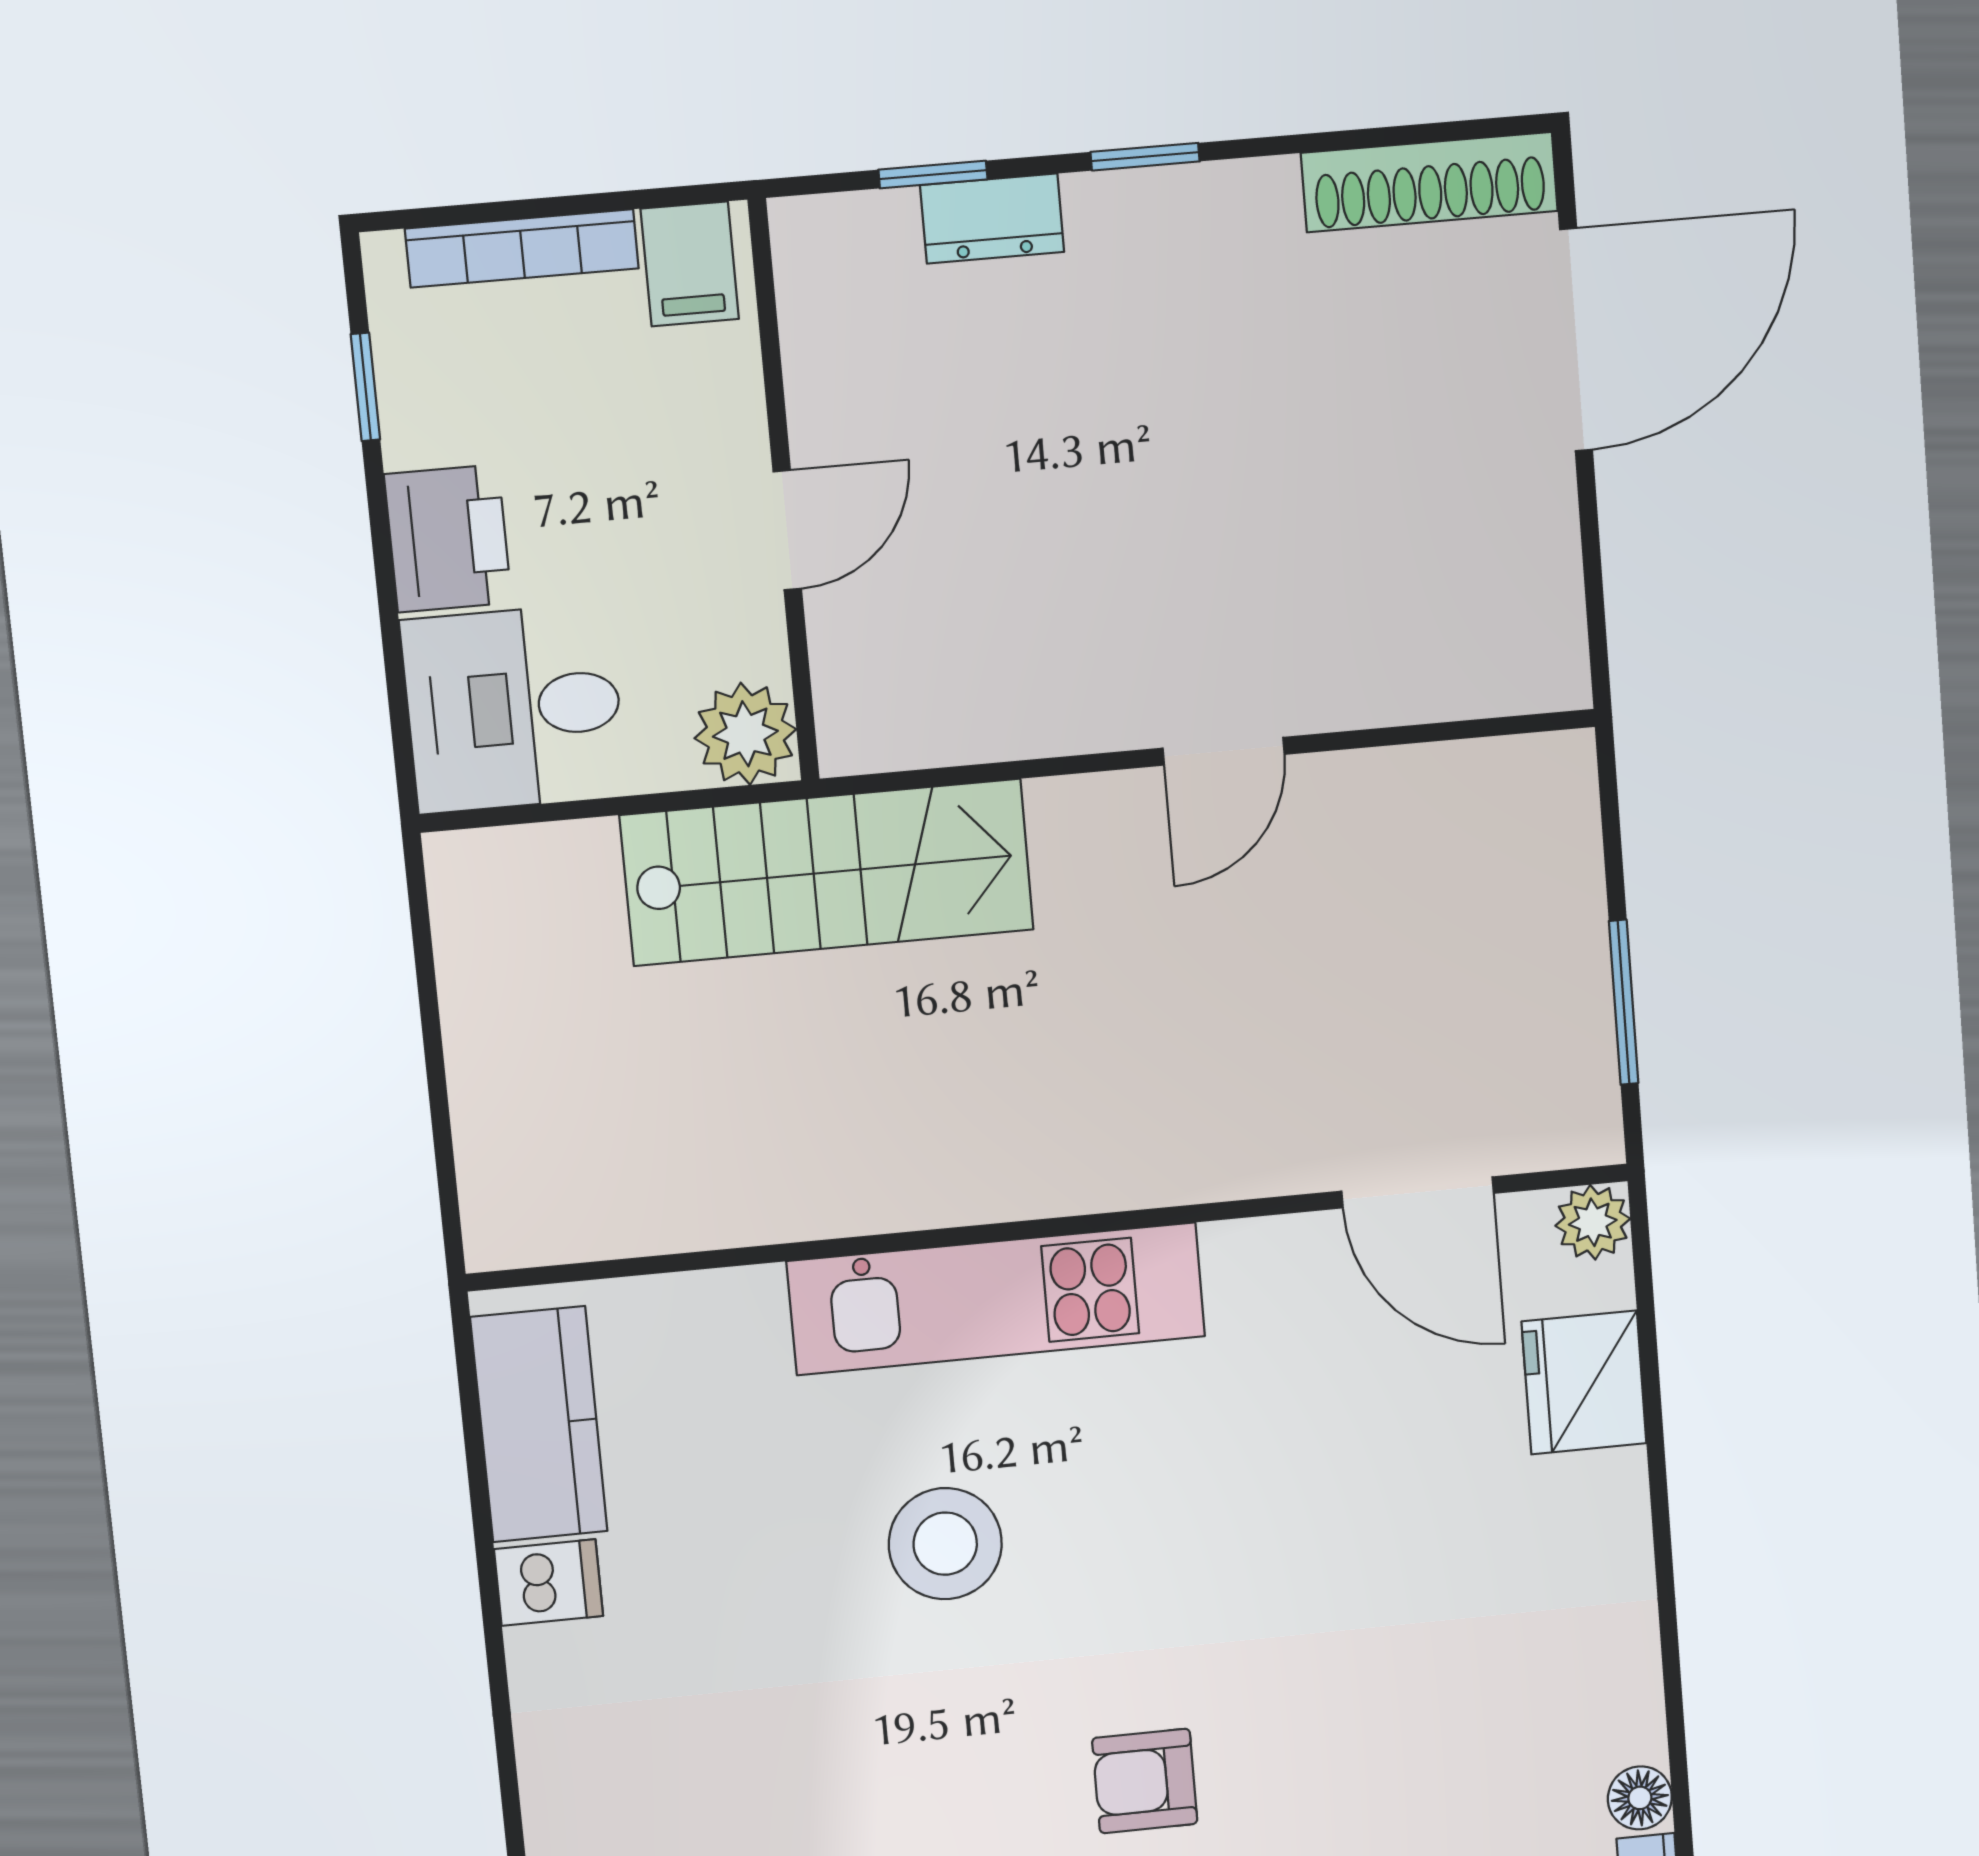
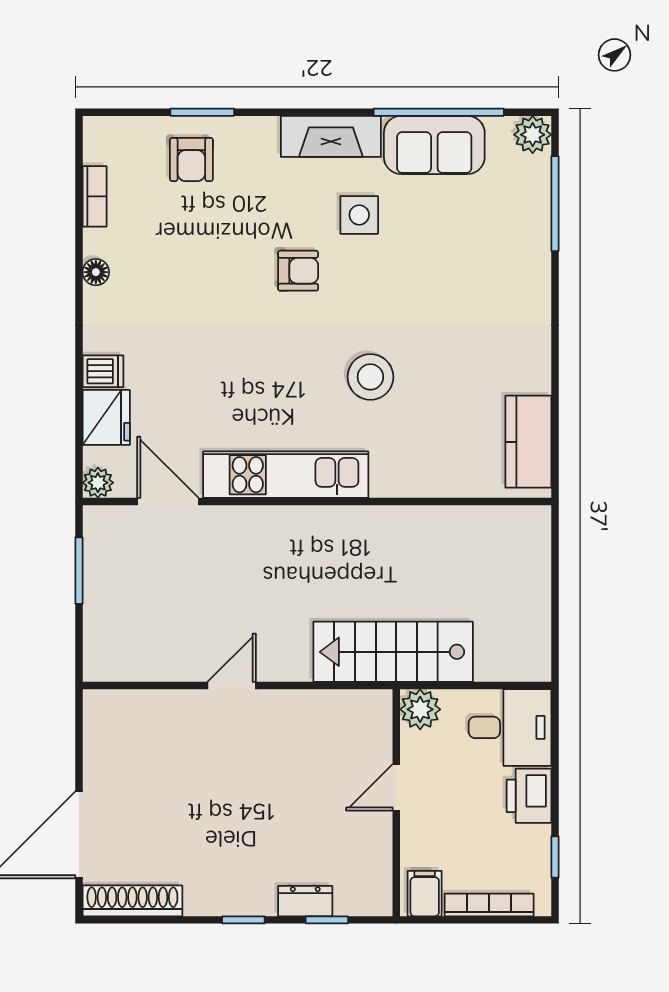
kitchen unit: (996, 1299) -> (286, 475), moved
dishwasher: (549, 1583) -> (103, 371), moved, turned 180
floor lamp: (1640, 1798) -> (96, 272), moved

